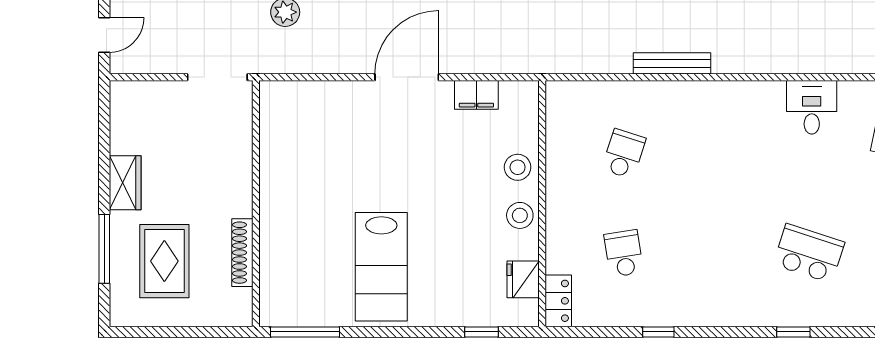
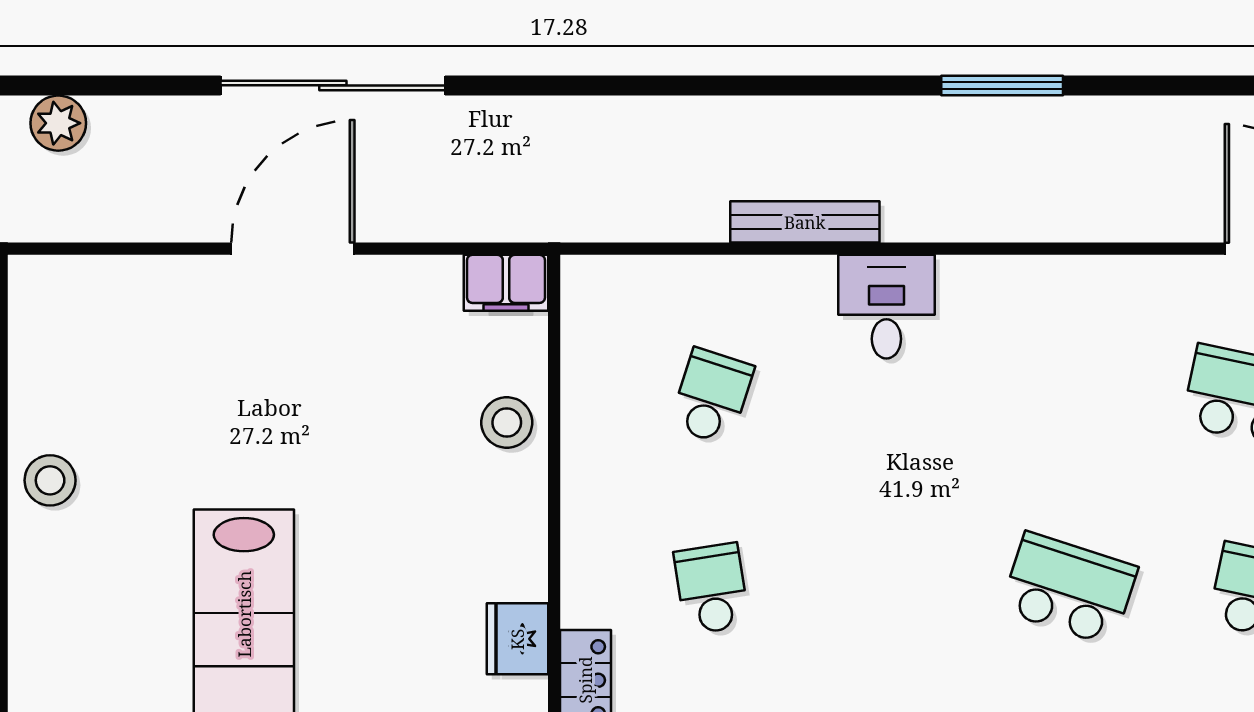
filing cabinet: (476, 95) -> (506, 283), moved
desk: (812, 107) -> (886, 307), moved
stool: (520, 215) -> (50, 480), moved

